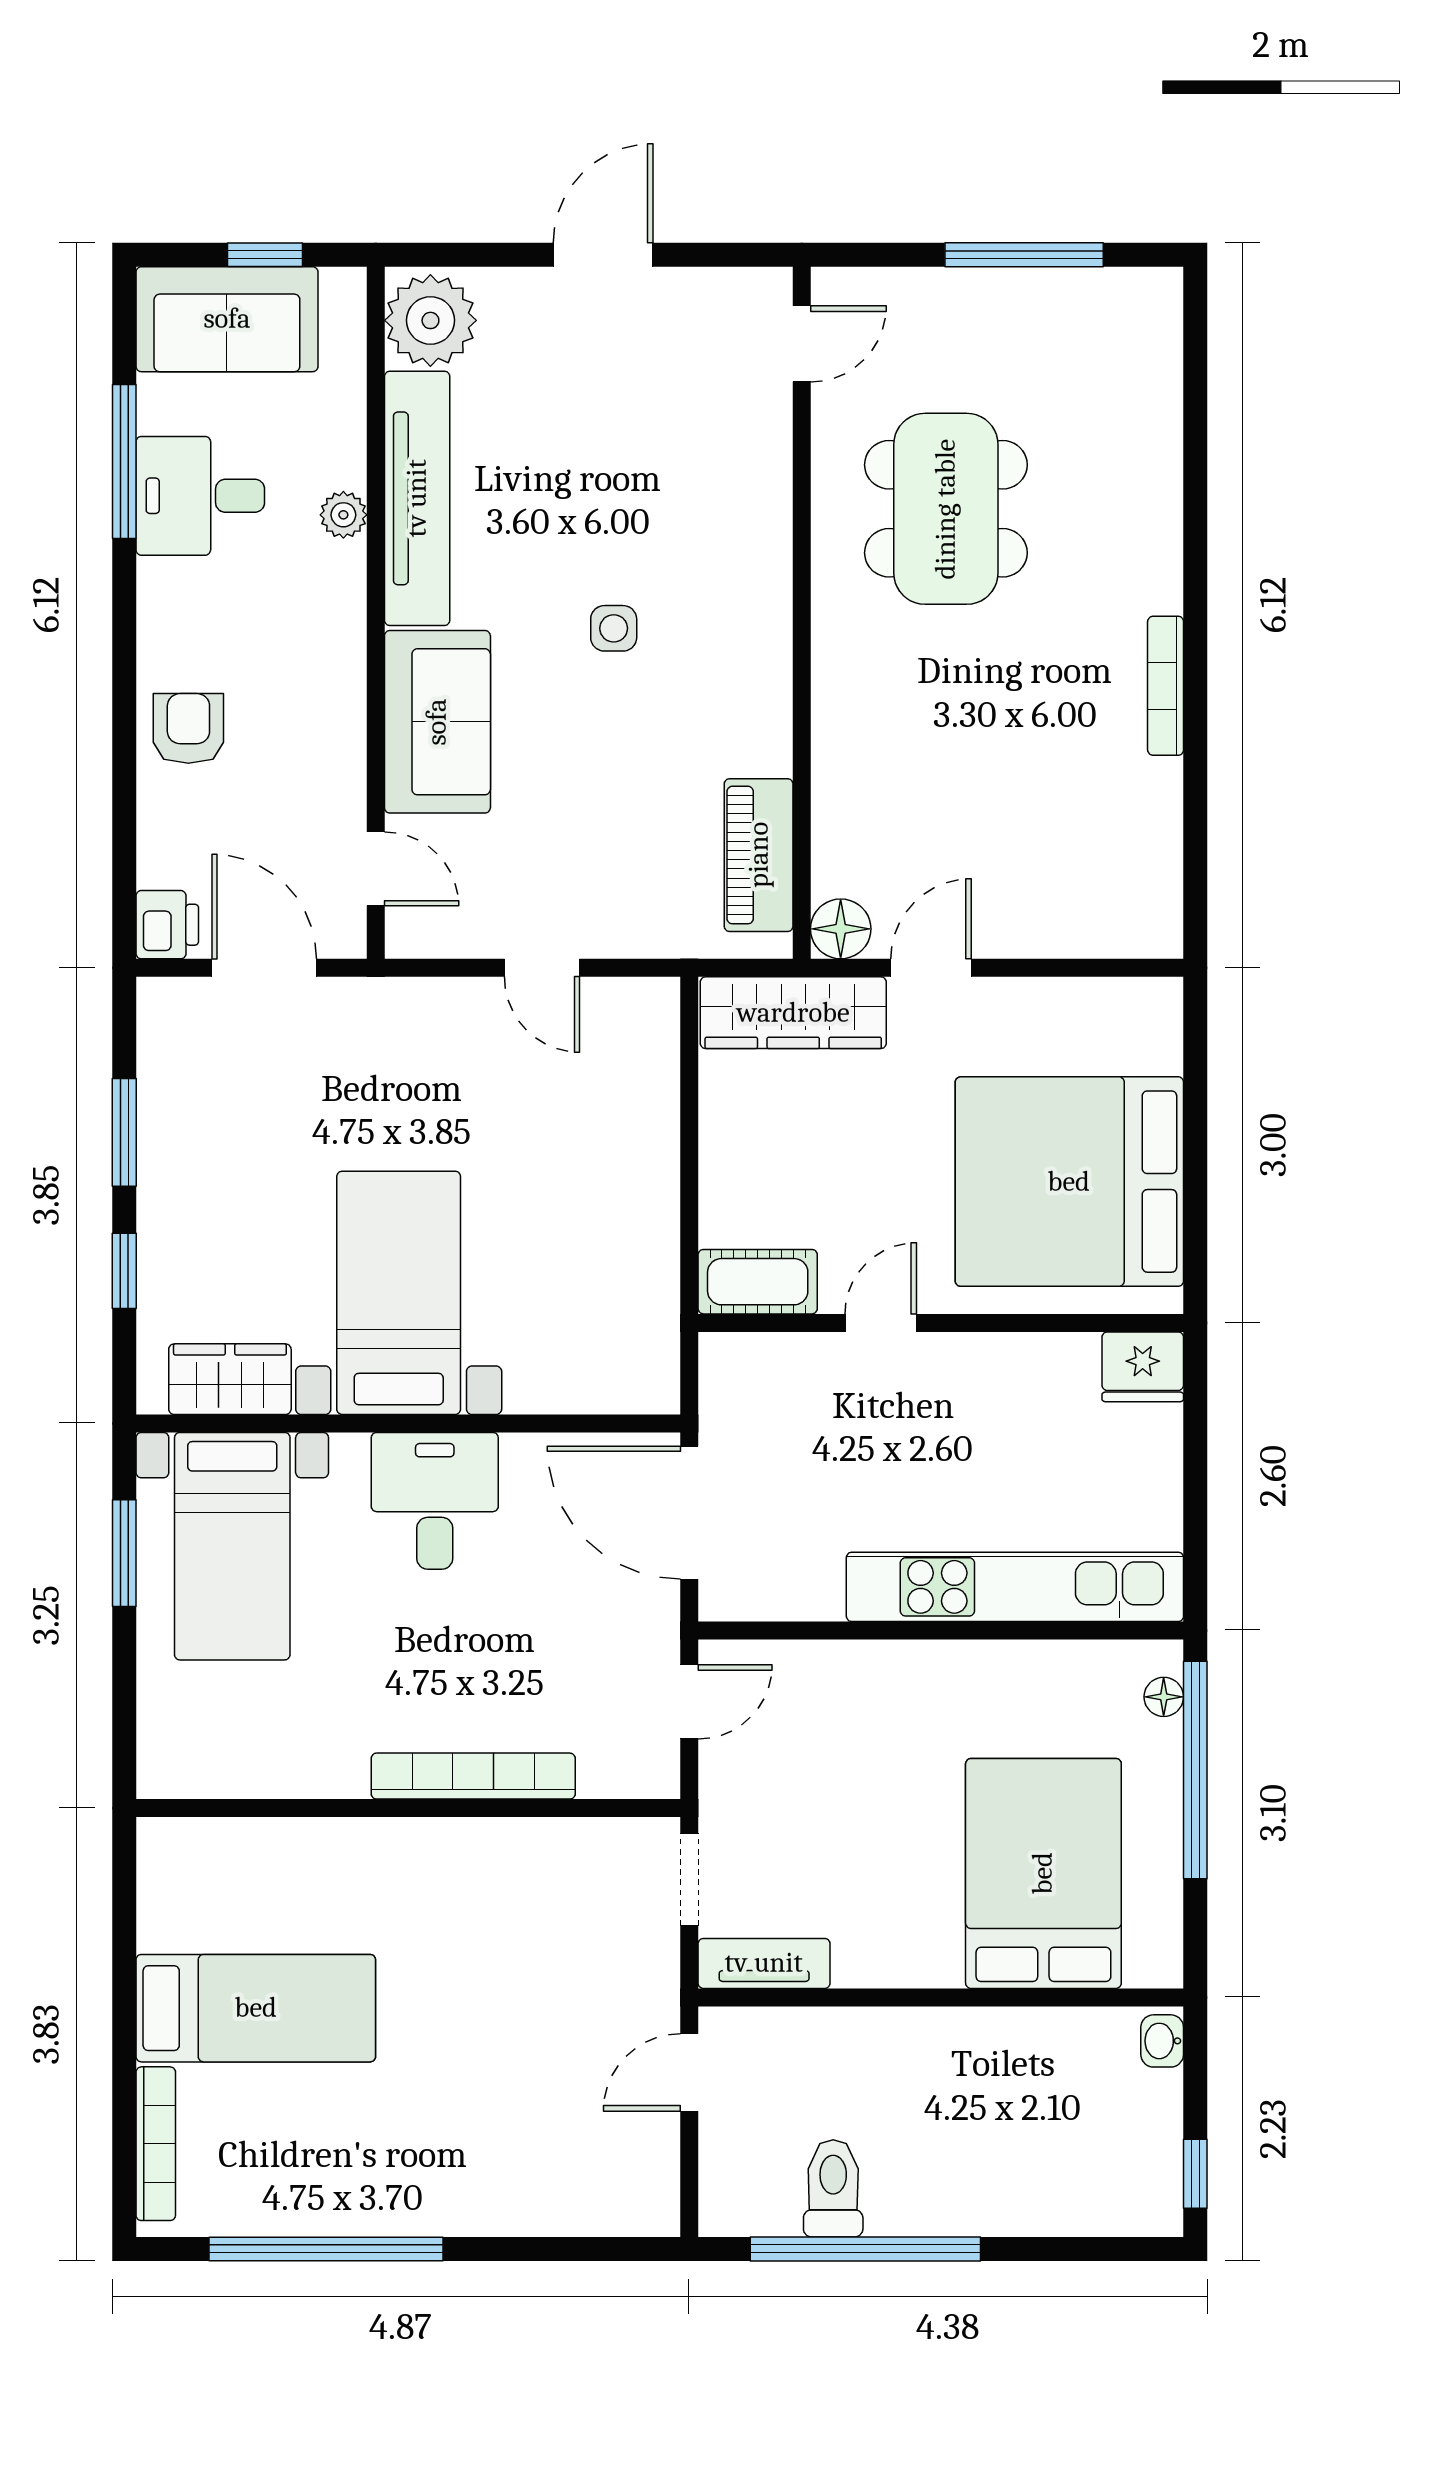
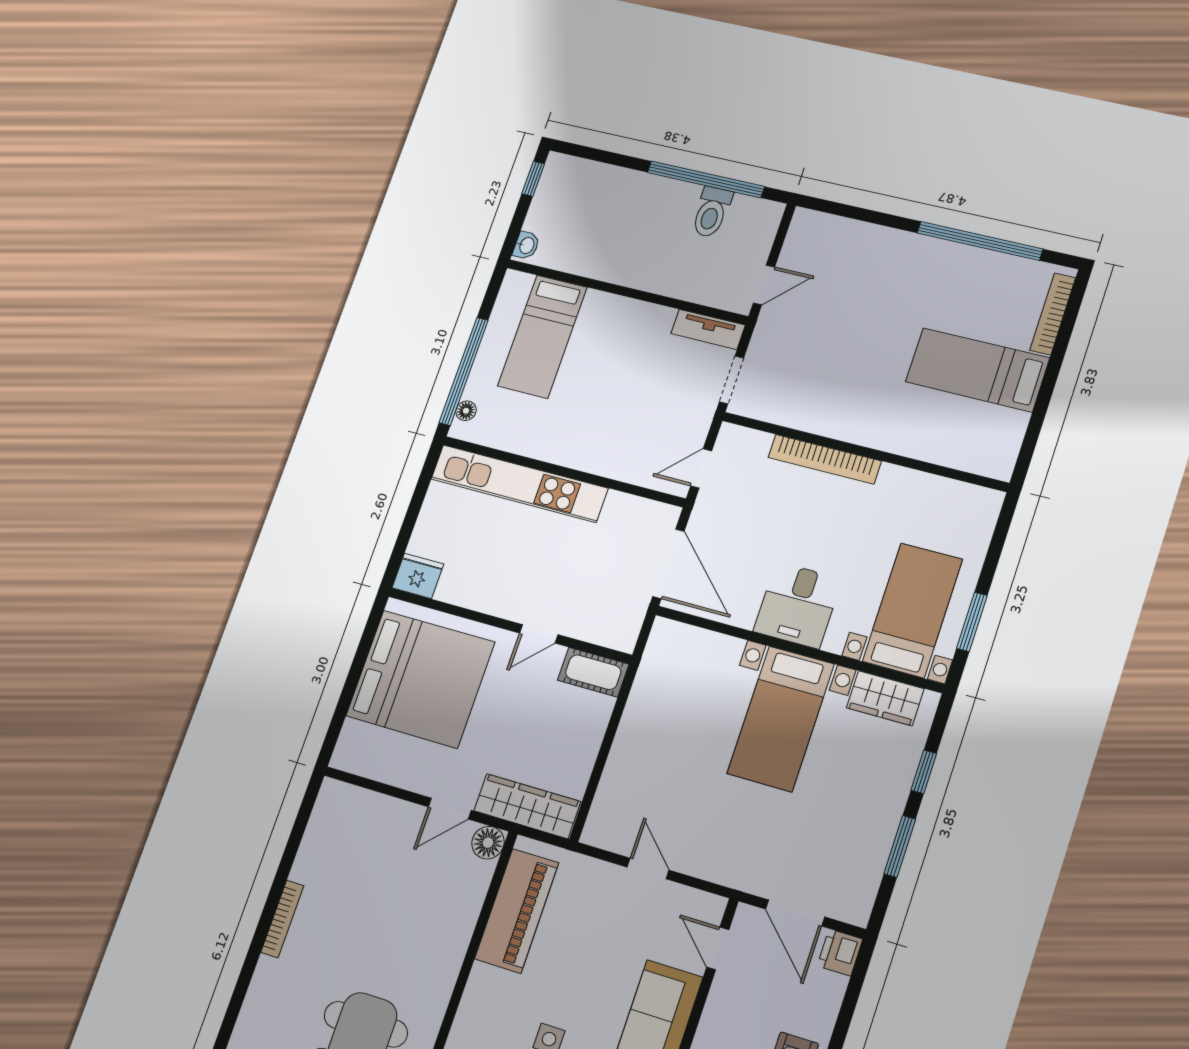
piano: (759, 855) -> (517, 911), width x1.37, depth x1.33
bed: (1043, 1873) -> (542, 337), width x0.67

